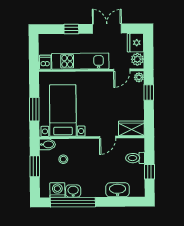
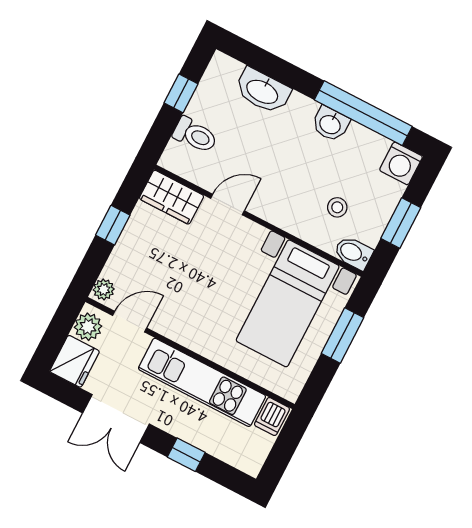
window: (149, 93) -> (113, 225), moved
washing machine: (57, 190) -> (401, 163), moved
washbasin: (73, 191) -> (330, 124), moved

